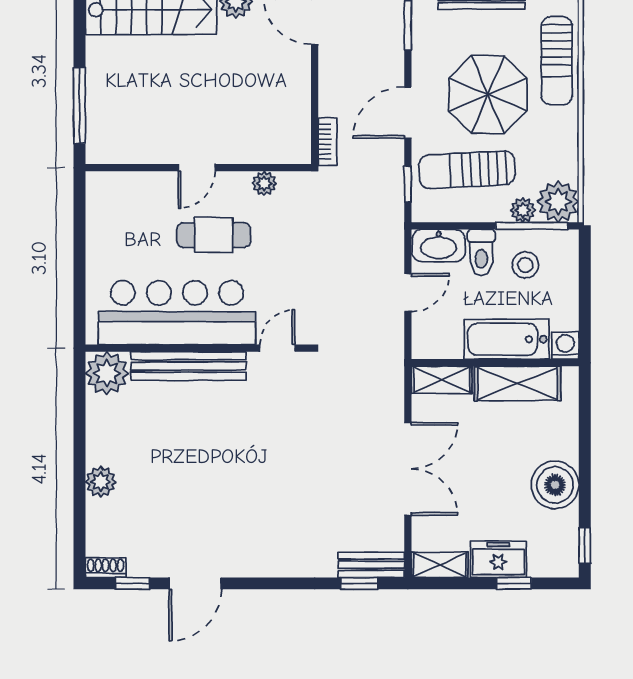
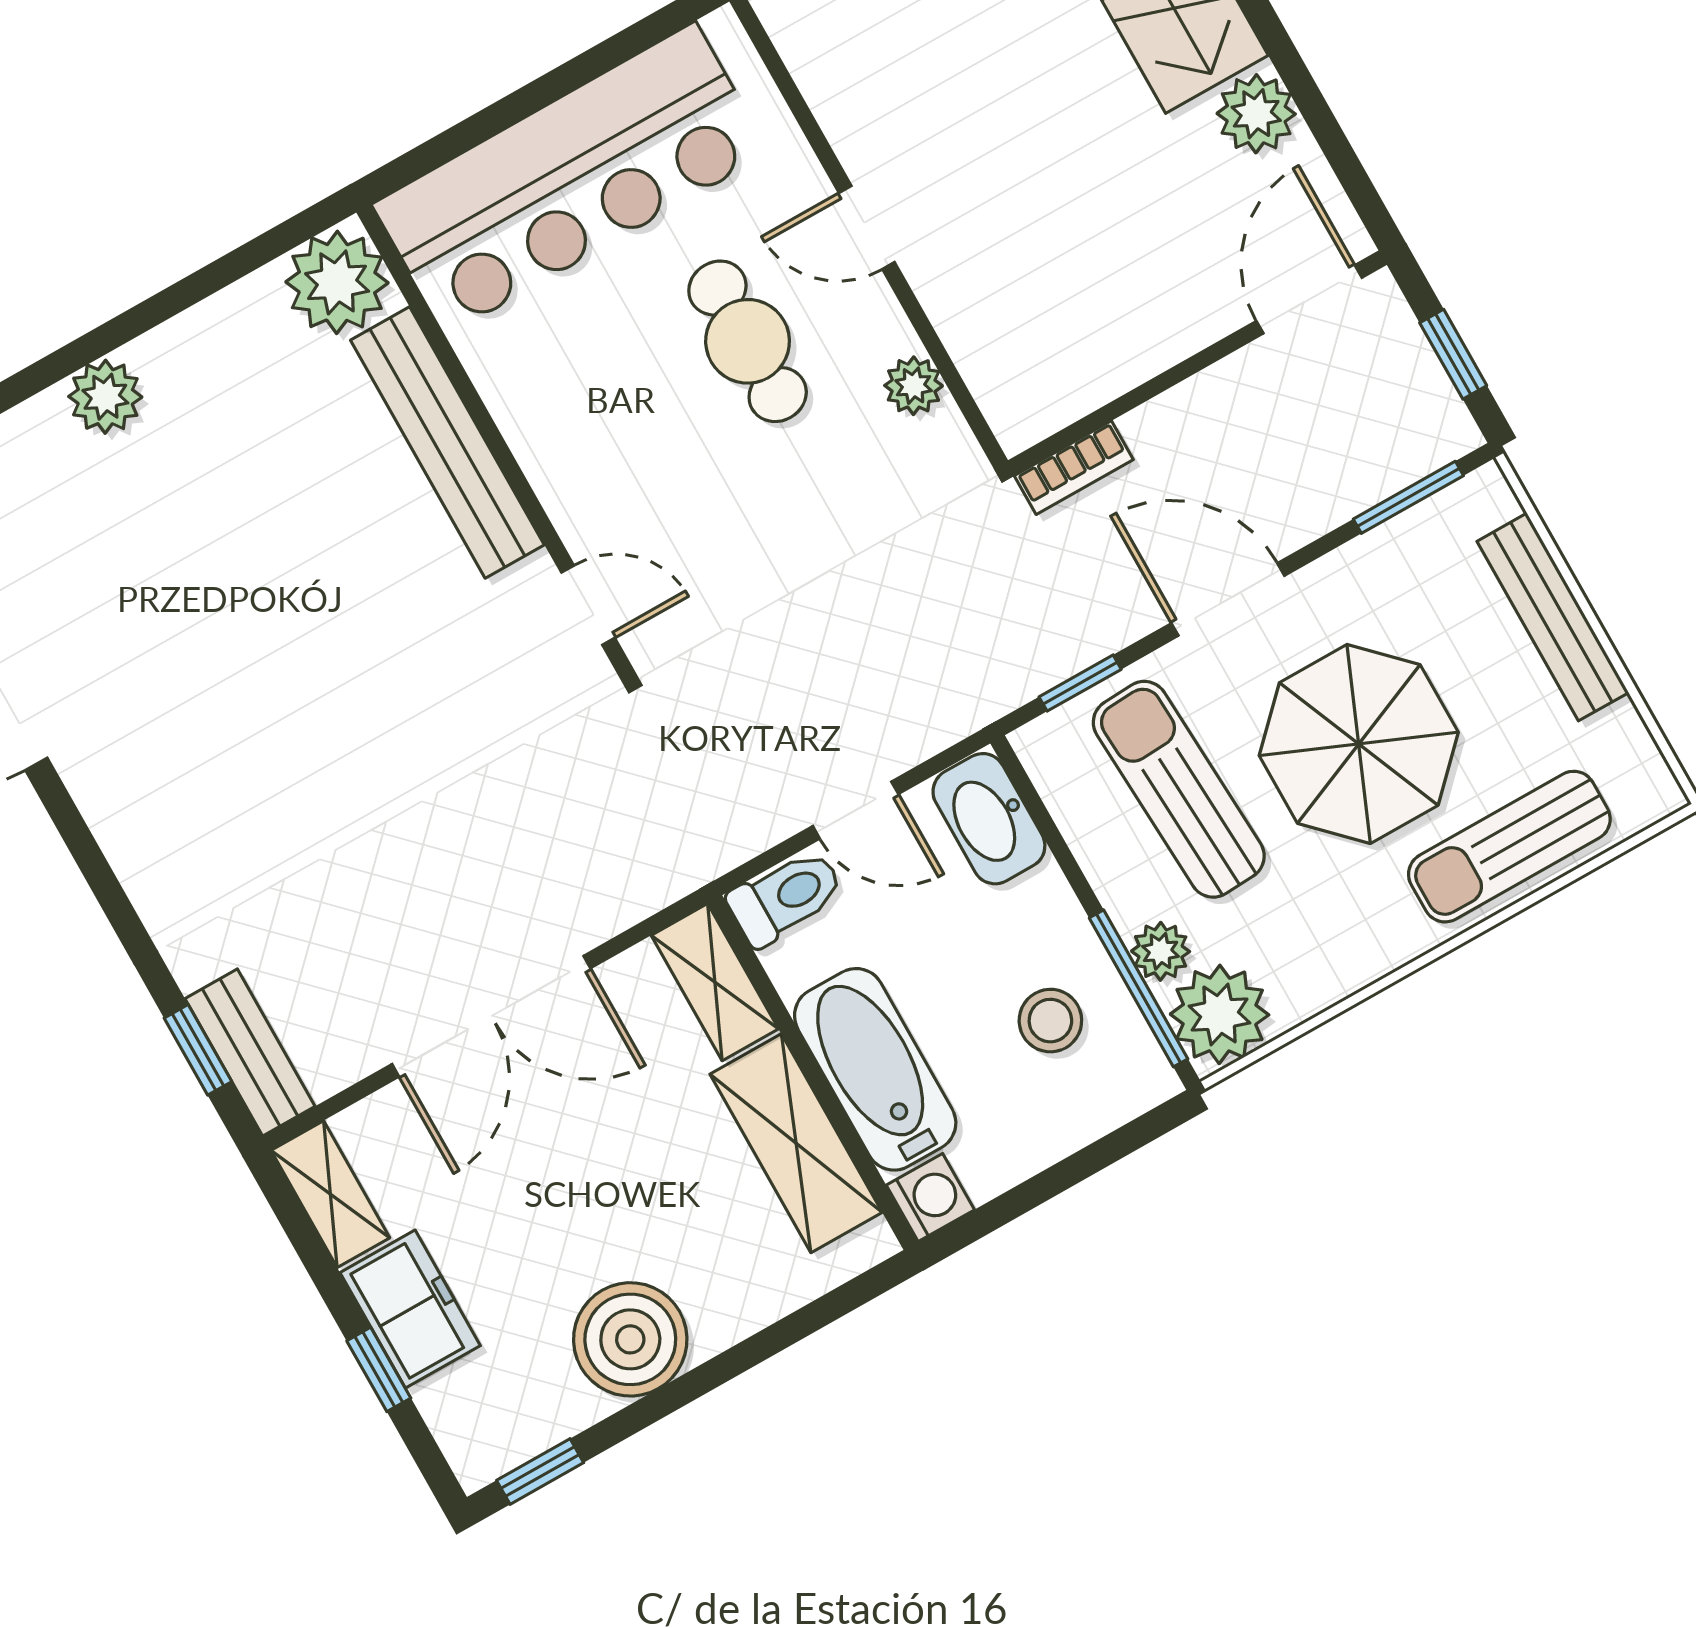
toilet: (481, 252) -> (786, 897), moved, turned 180
bar counter: (177, 313) -> (571, 179), moved, turned 90

